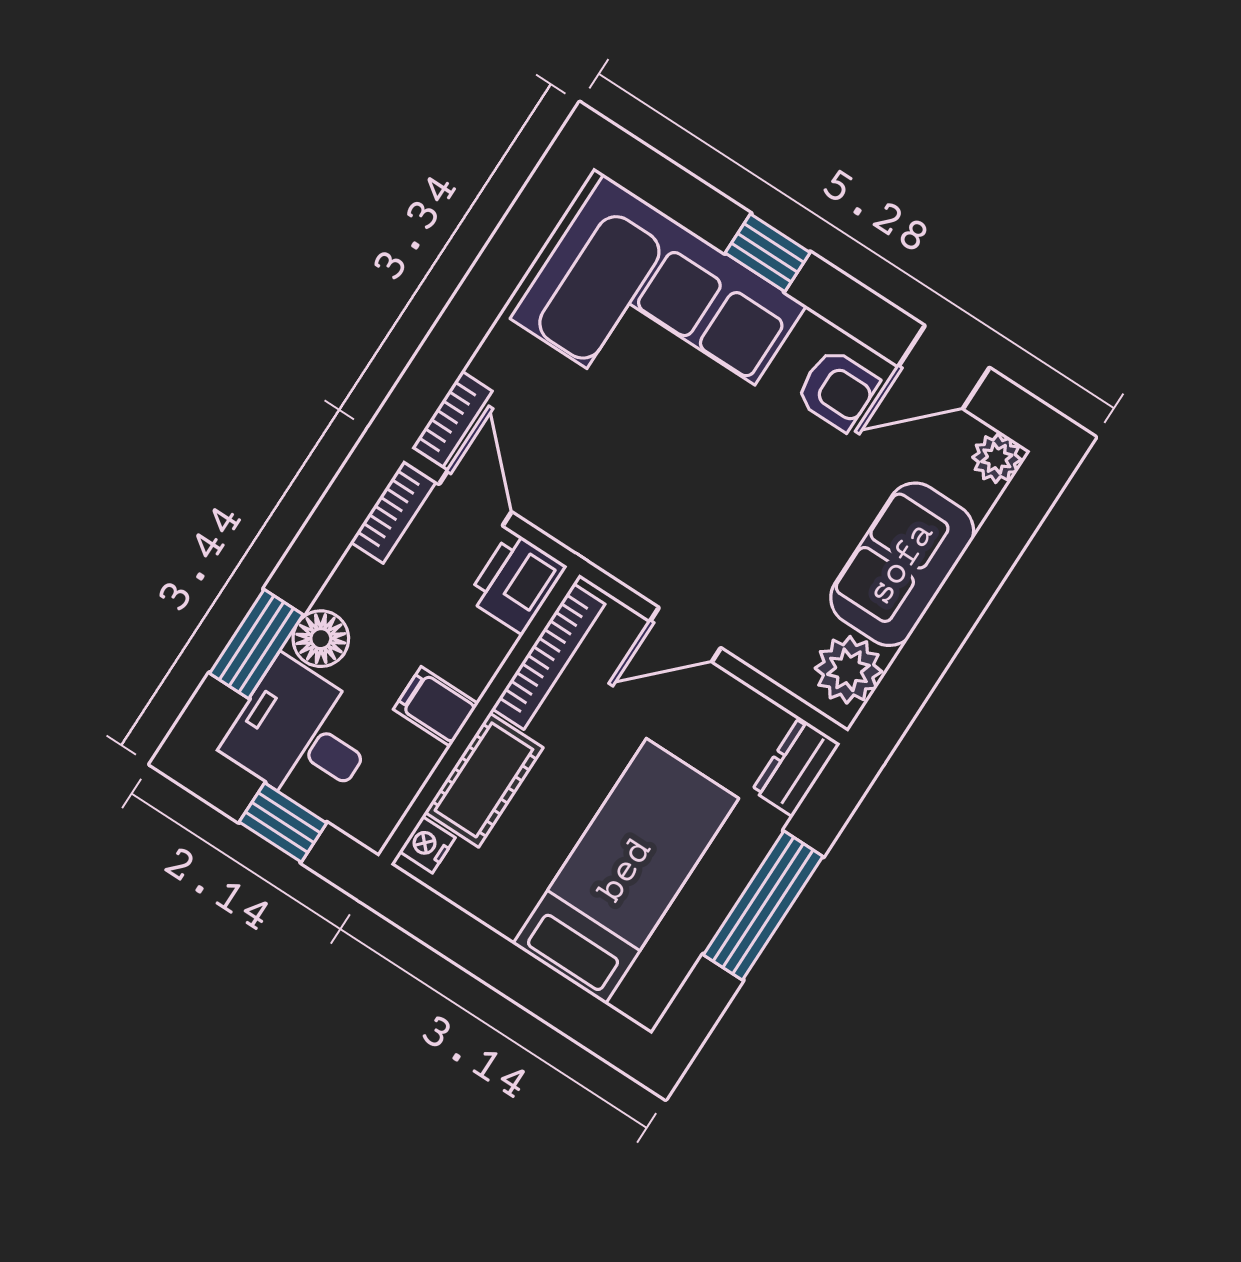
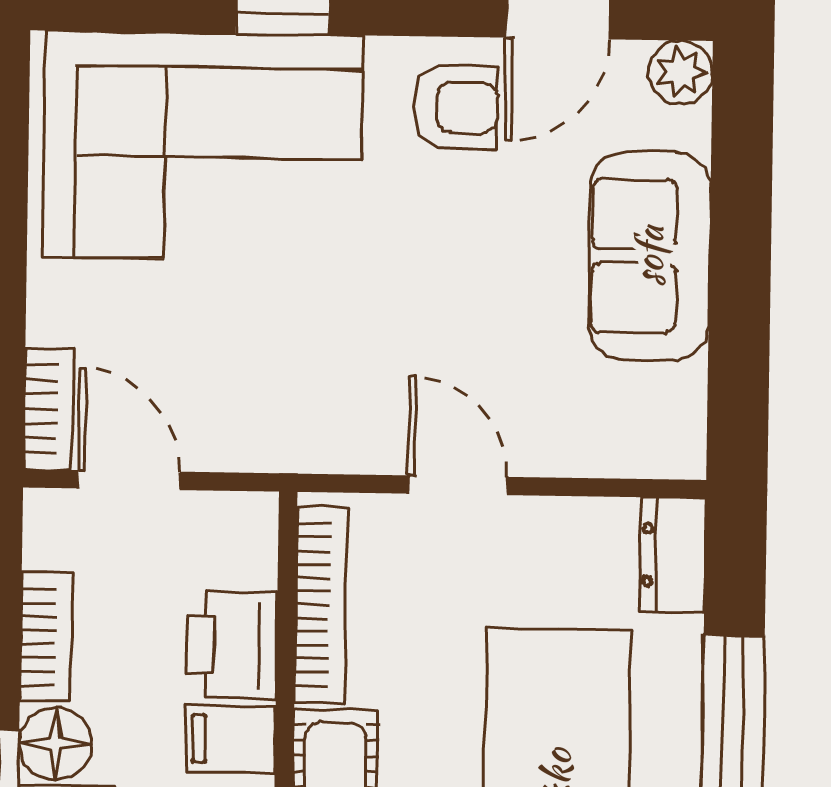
bookcase: (393, 512) -> (46, 637), moved
printer: (517, 582) -> (232, 645), moved
door: (685, 635) -> (458, 485), swing flipped
plant: (848, 670) -> (663, 411), removed

